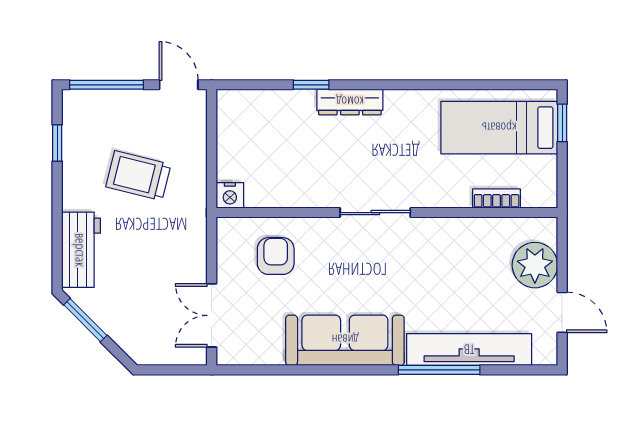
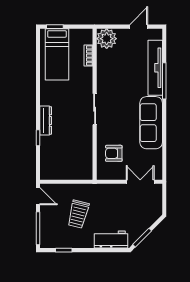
door: (179, 85) -> (38, 196), swing flipped
nightstand: (230, 195) -> (87, 174), removed
plant: (535, 265) -> (107, 39), moved
double door: (212, 315) -> (140, 182), swing flipped

